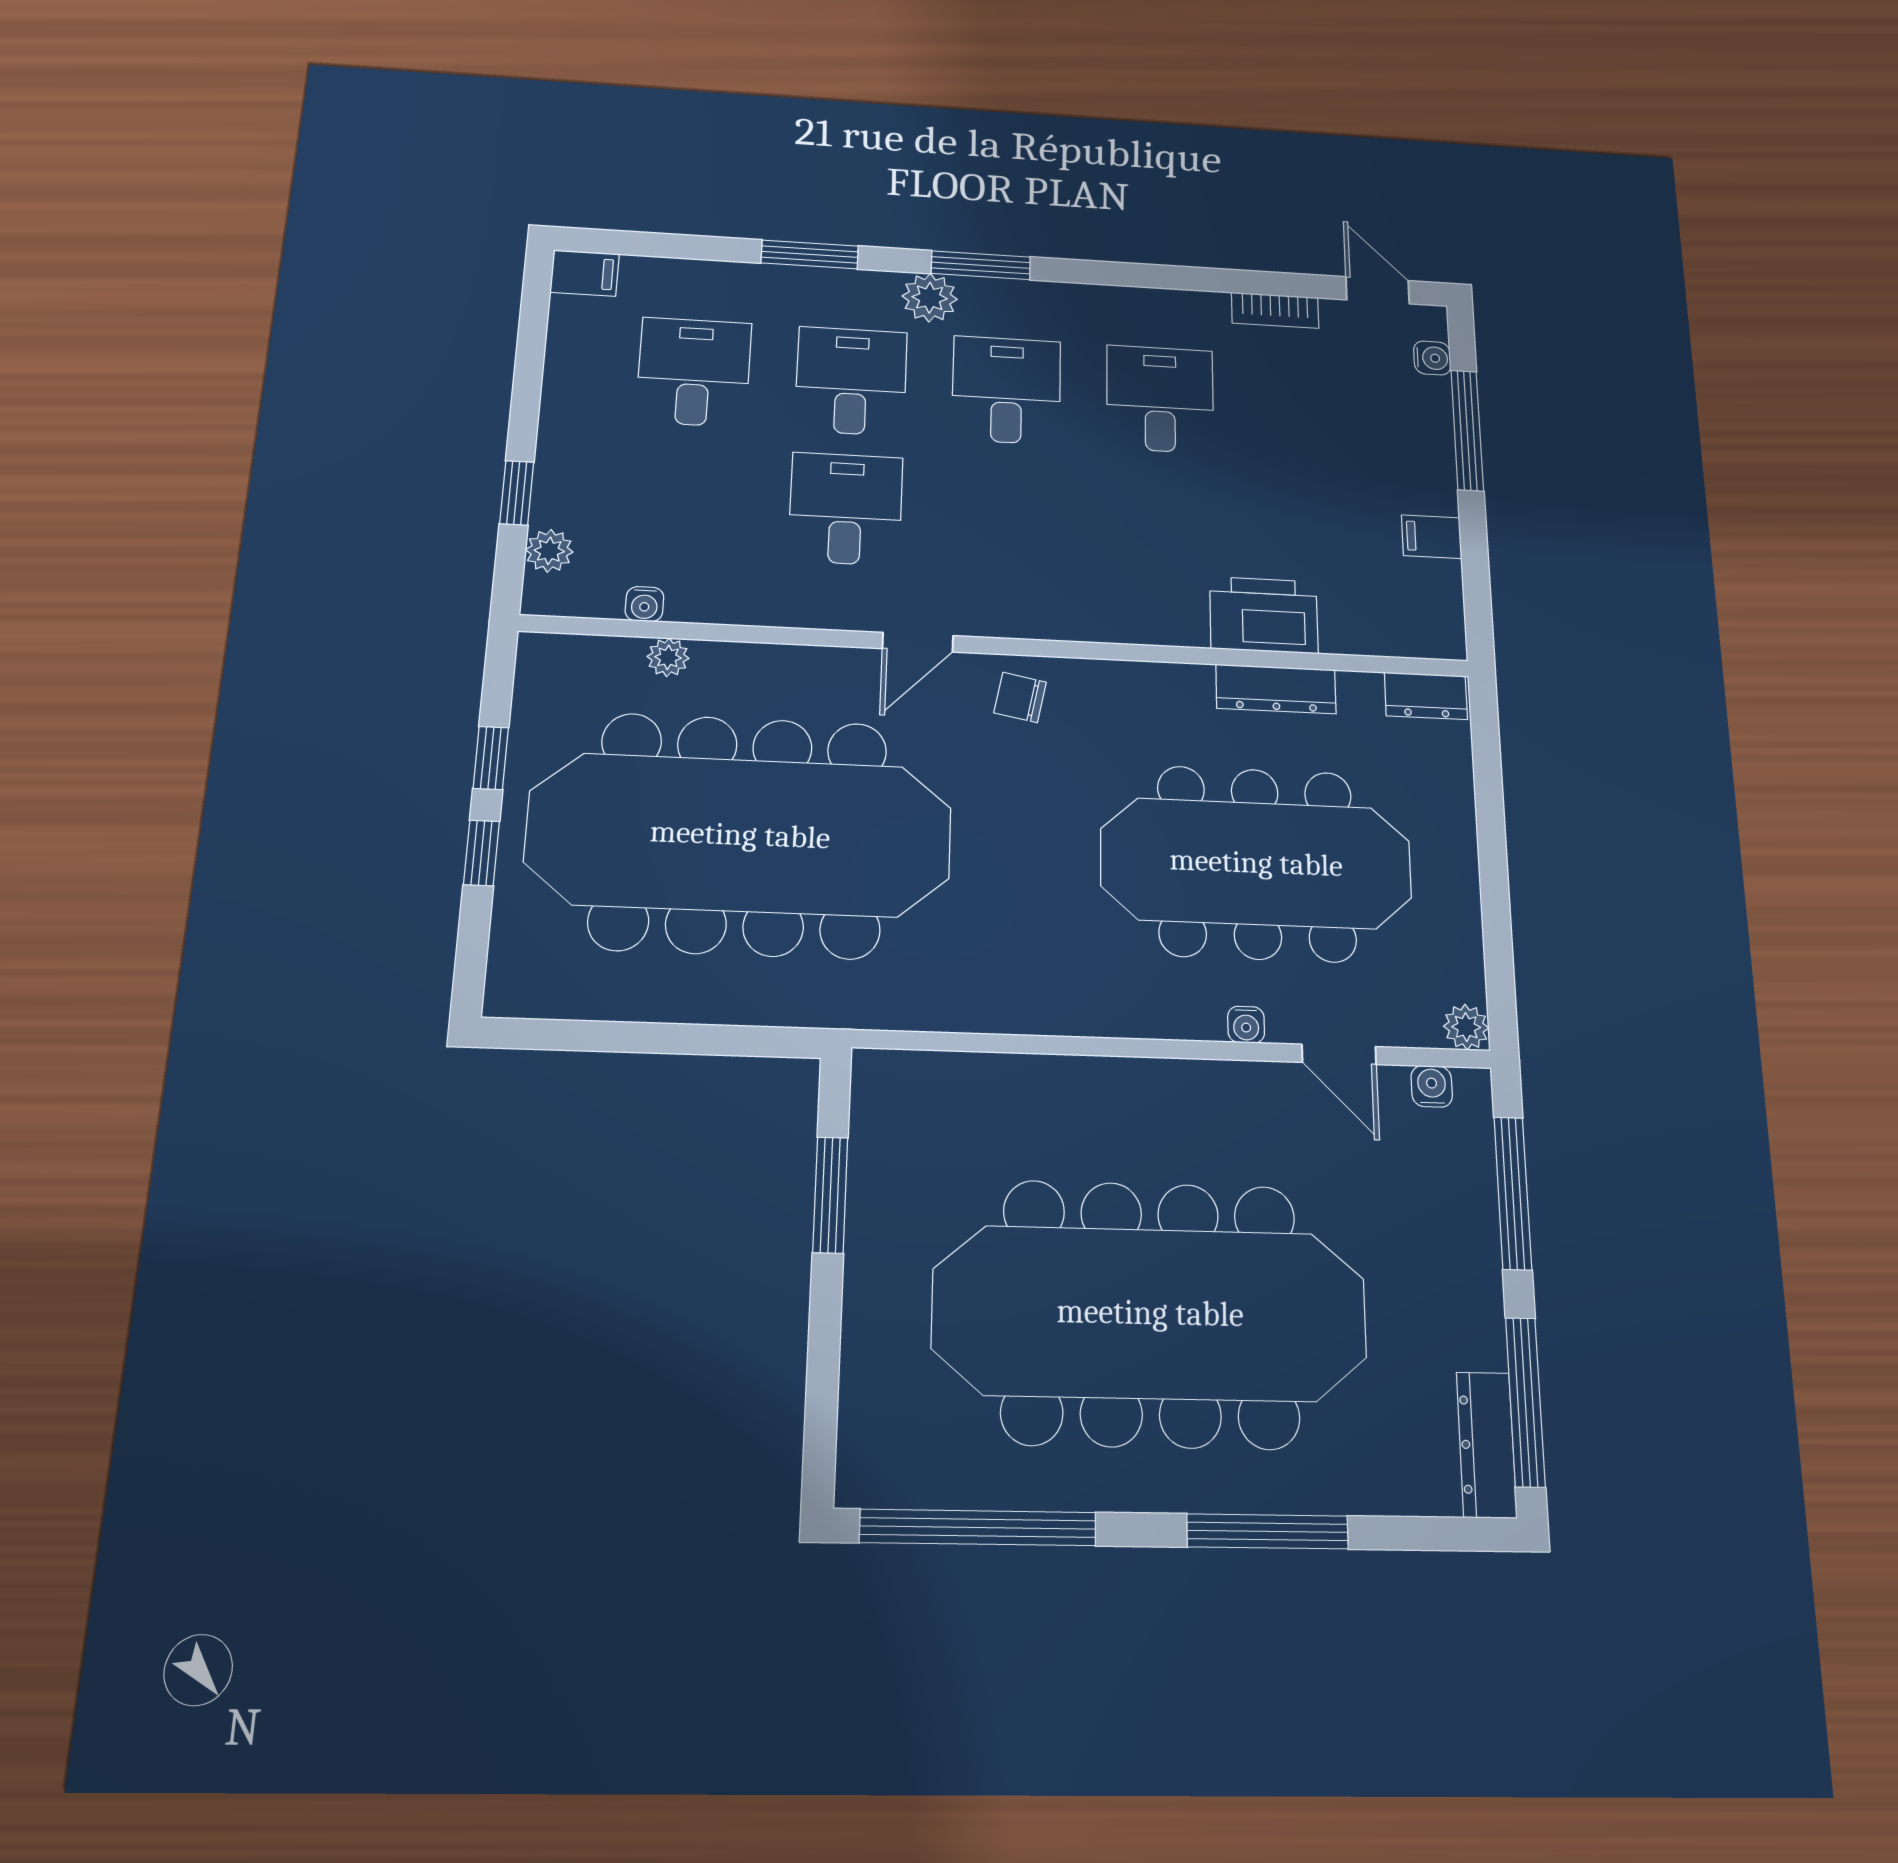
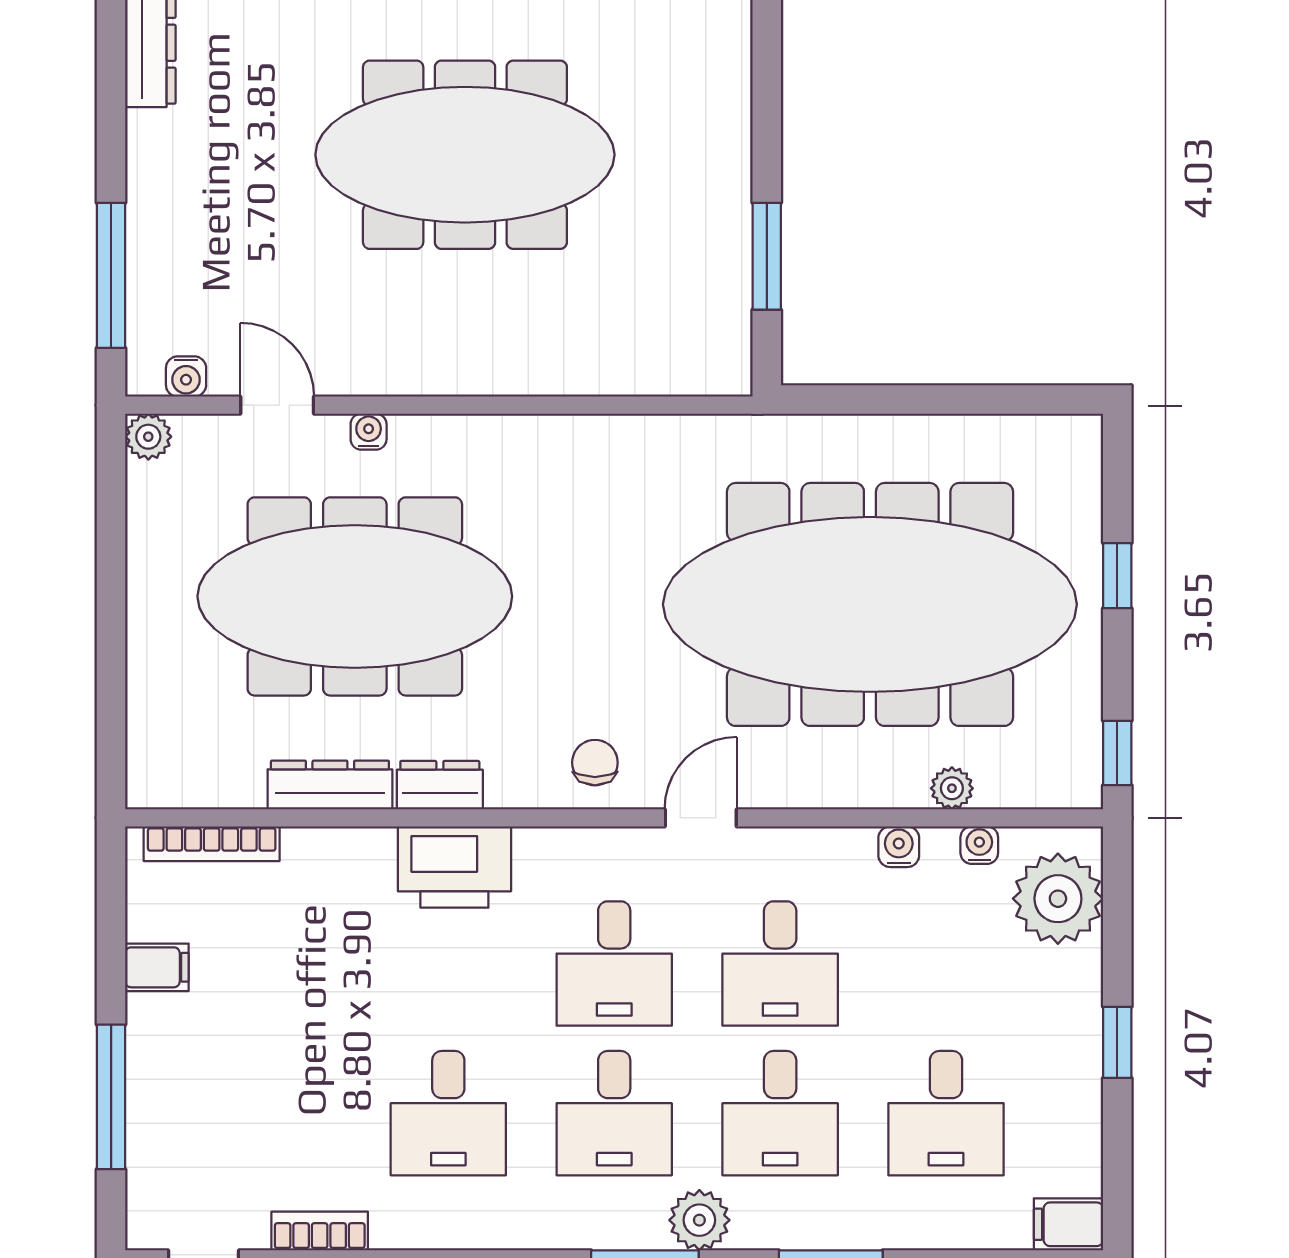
water cooler: (1432, 358) -> (899, 847), moved, turned 90
window: (517, 493) -> (1117, 1042), moved
desk: (1004, 517) -> (614, 963), added
plant: (549, 551) -> (1058, 899), width x1.88, depth x1.88
printer: (1264, 615) -> (454, 867), moved
bookcase: (1386, 642) -> (212, 844), added
dresser: (1426, 696) -> (440, 785), moved
chair: (1020, 697) -> (595, 763), turned -101
window: (491, 758) -> (1117, 753), moved
meeting table: (1150, 1313) -> (465, 155), width x0.73, depth x0.79
window: (1525, 1402) -> (111, 82), removed

